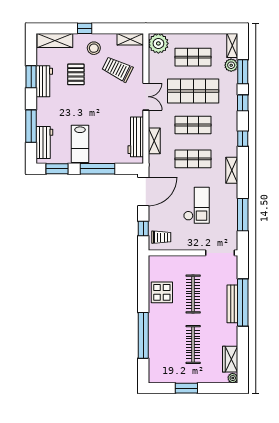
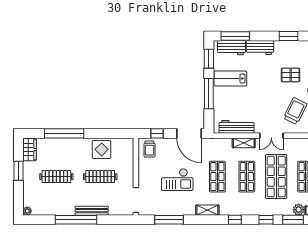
workbench: (44, 81) -> (260, 48), moved
window: (31, 126) -> (235, 36), moved
shelving: (154, 141) -> (244, 143), moved
window: (243, 302) -> (76, 220), moved
wardrobe: (230, 359) -> (30, 150), moved, turned 90

